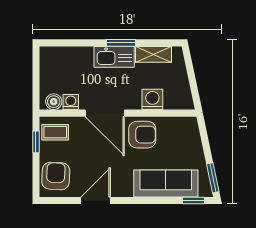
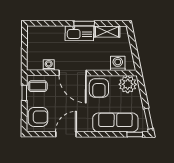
washing machine: (152, 99) -> (118, 63), moved
boiler: (54, 102) -> (37, 65), removed
plant: (183, 129) -> (128, 84), added
armchair: (142, 135) -> (99, 88), turned 90
armchair: (56, 176) -> (38, 117), turned 87

